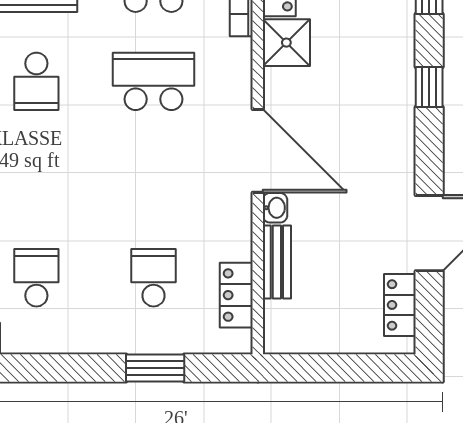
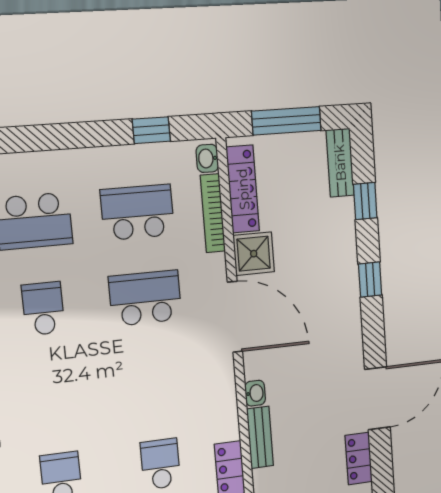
school desk: (36, 81) -> (43, 309), turned 180
door: (258, 151) -> (235, 317), moved

